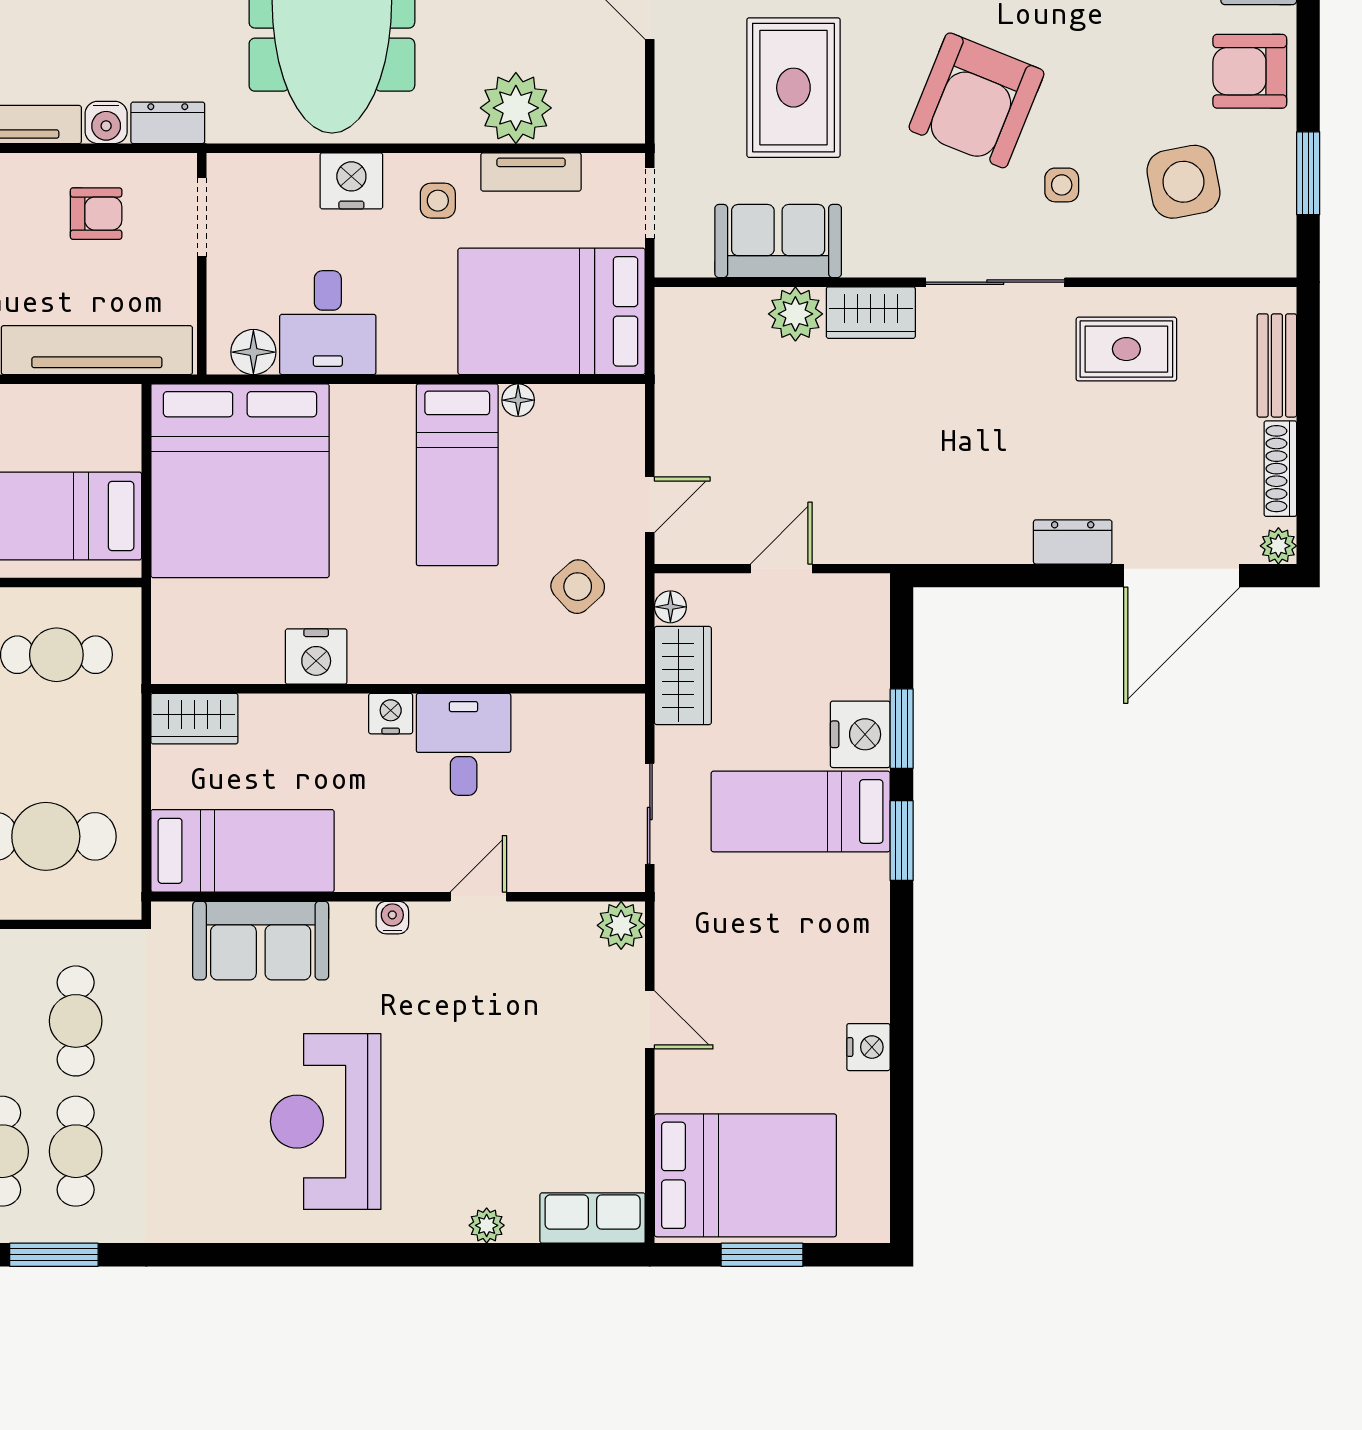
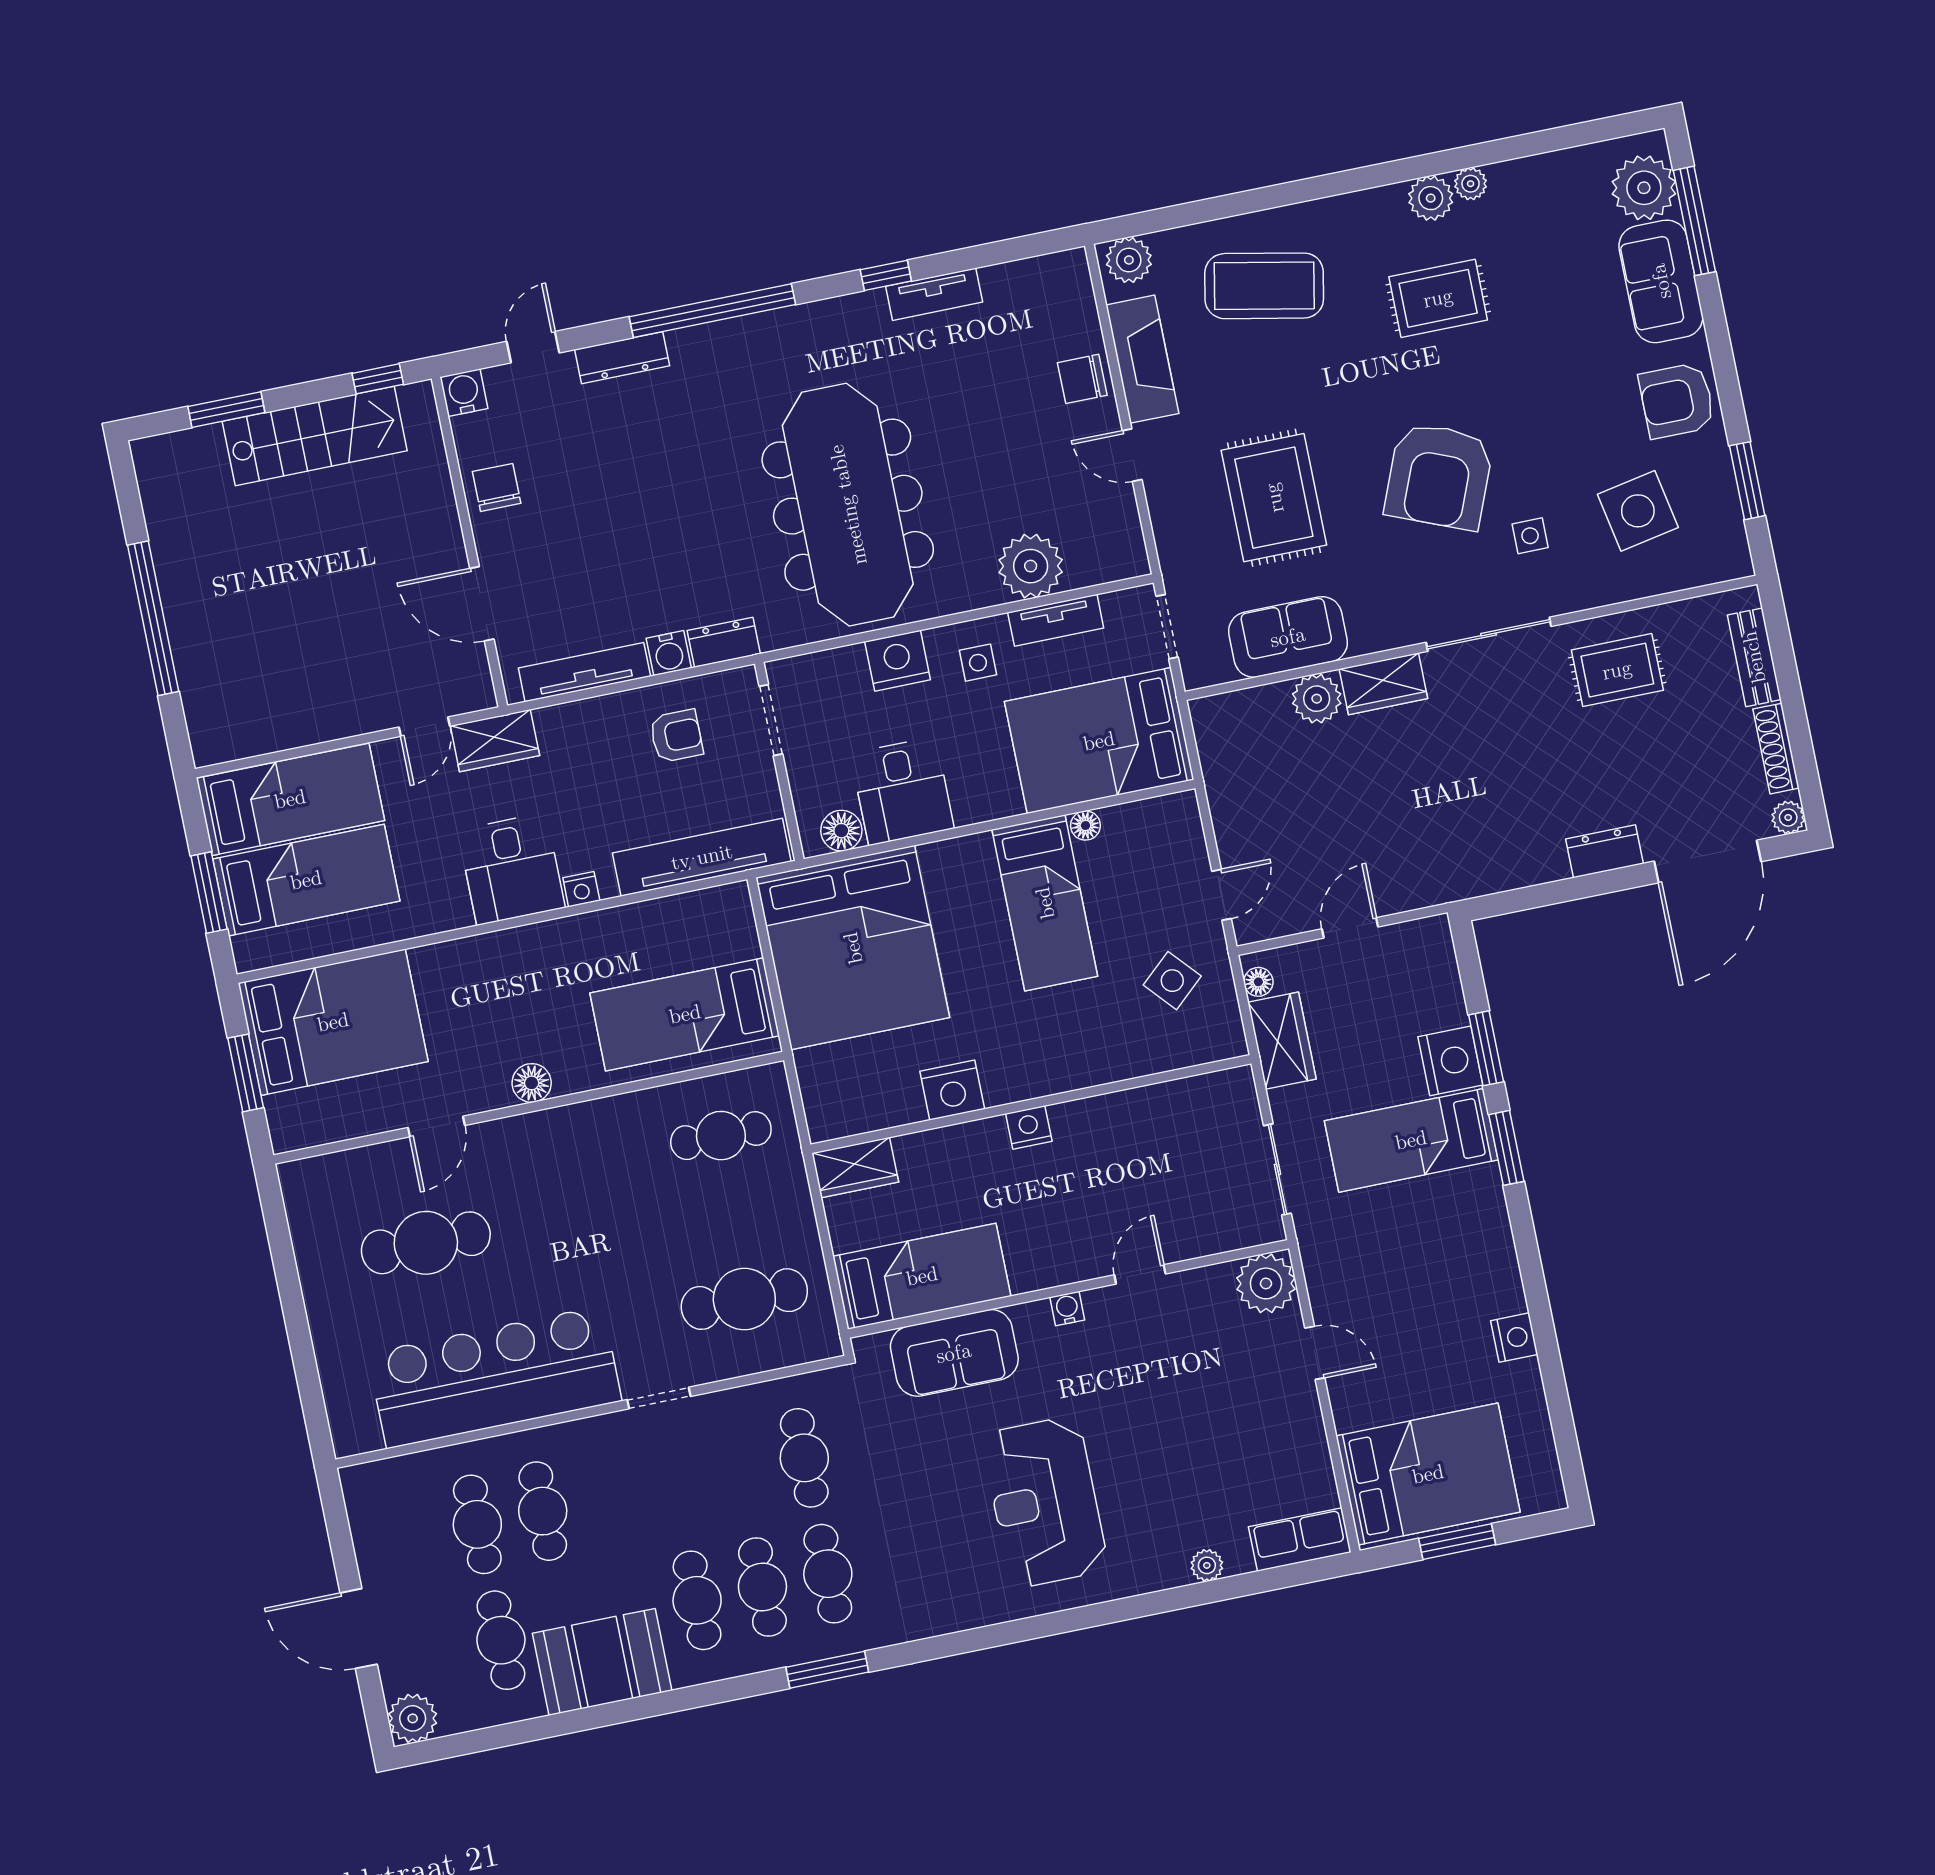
desk: (464, 744) -> (1099, 1142), removed
plant: (621, 925) -> (1266, 1283), width x1.36, depth x1.36

